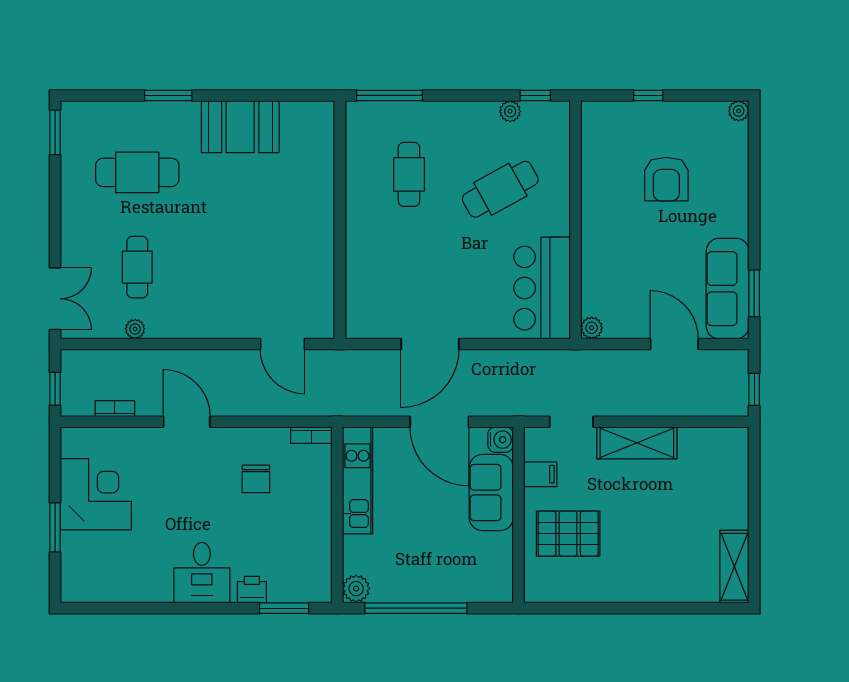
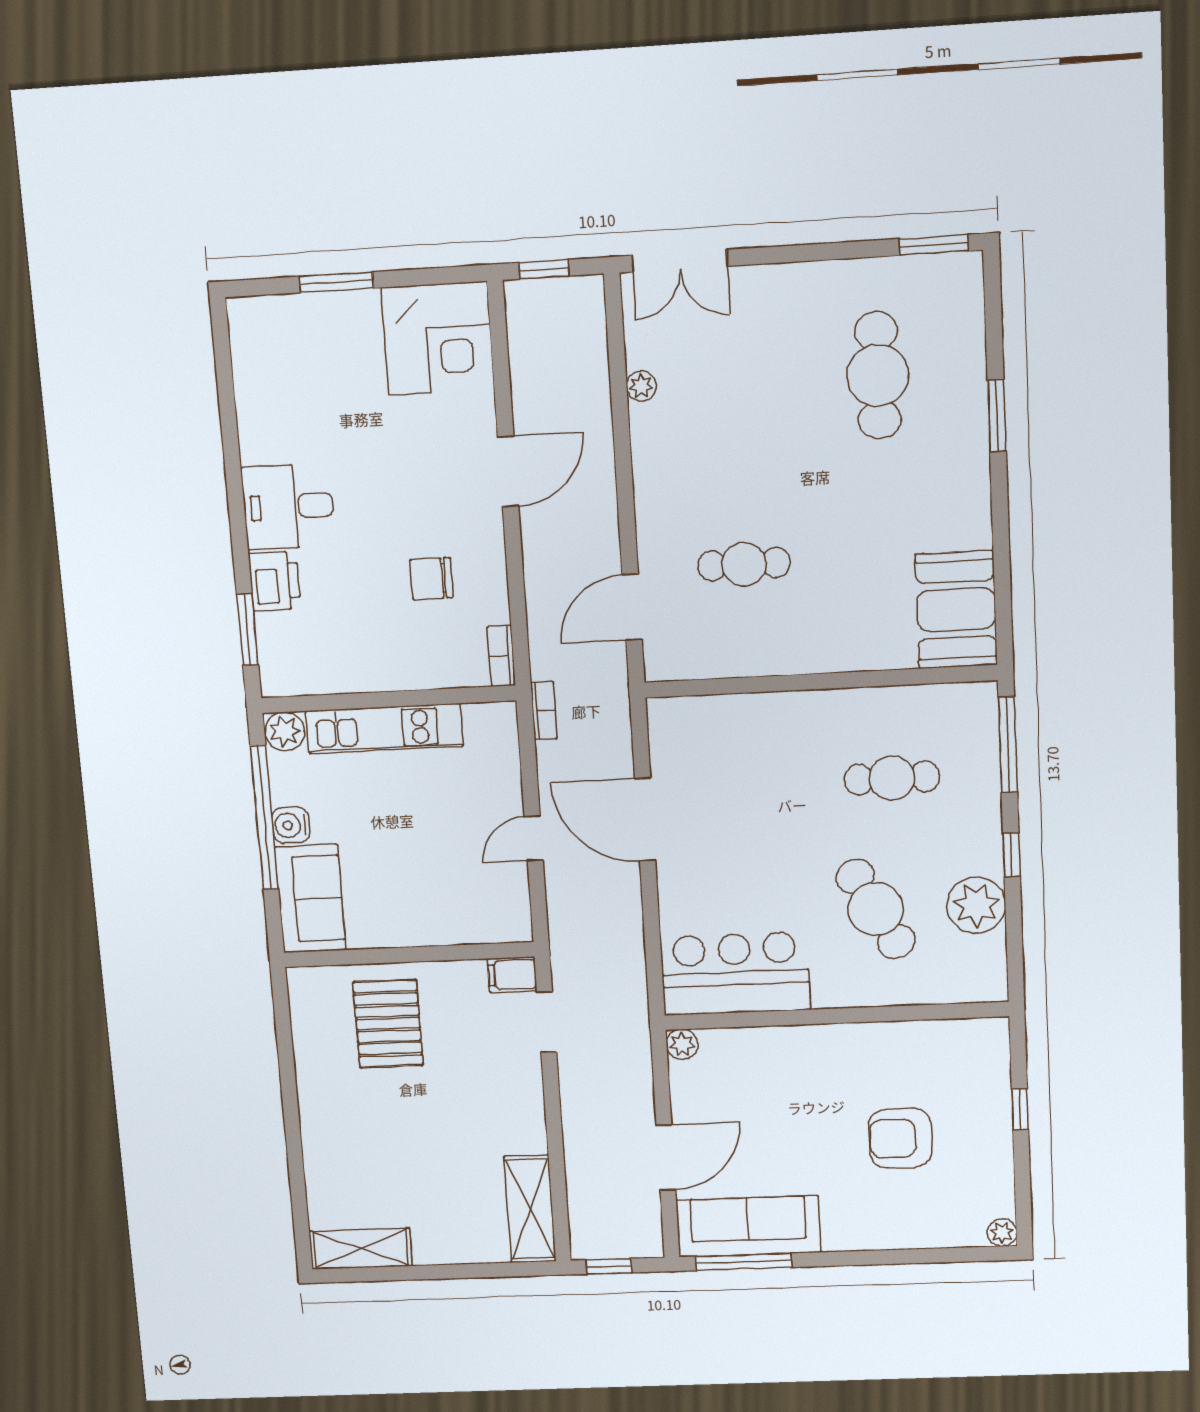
window: (535, 95) -> (1011, 854), moved
plant: (510, 111) -> (976, 905), width x1.87, depth x1.87
booth: (240, 127) -> (956, 610), moved
cafe table: (137, 267) -> (744, 564), moved
window: (754, 293) -> (744, 1262), width x1.44
bookcase: (115, 409) -> (544, 710), moved
door: (439, 422) -> (534, 838), width x0.53
water cooler: (501, 440) -> (291, 825), moved, turned 90
shelving: (637, 443) -> (530, 1209), moved
filing cabinet: (540, 474) -> (512, 975), moved, turned 90
kitchen unit: (357, 480) -> (384, 729), moved
sofa: (491, 493) -> (310, 899), moved, turned 90
corner desk: (96, 494) -> (438, 338), moved
printer: (252, 590) -> (274, 581), width x1.36, depth x1.24

